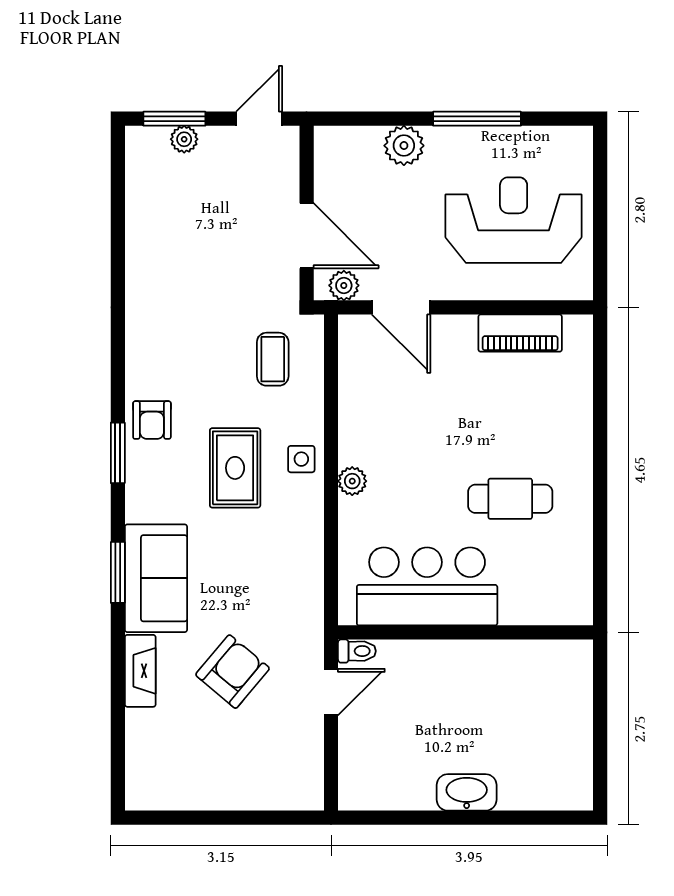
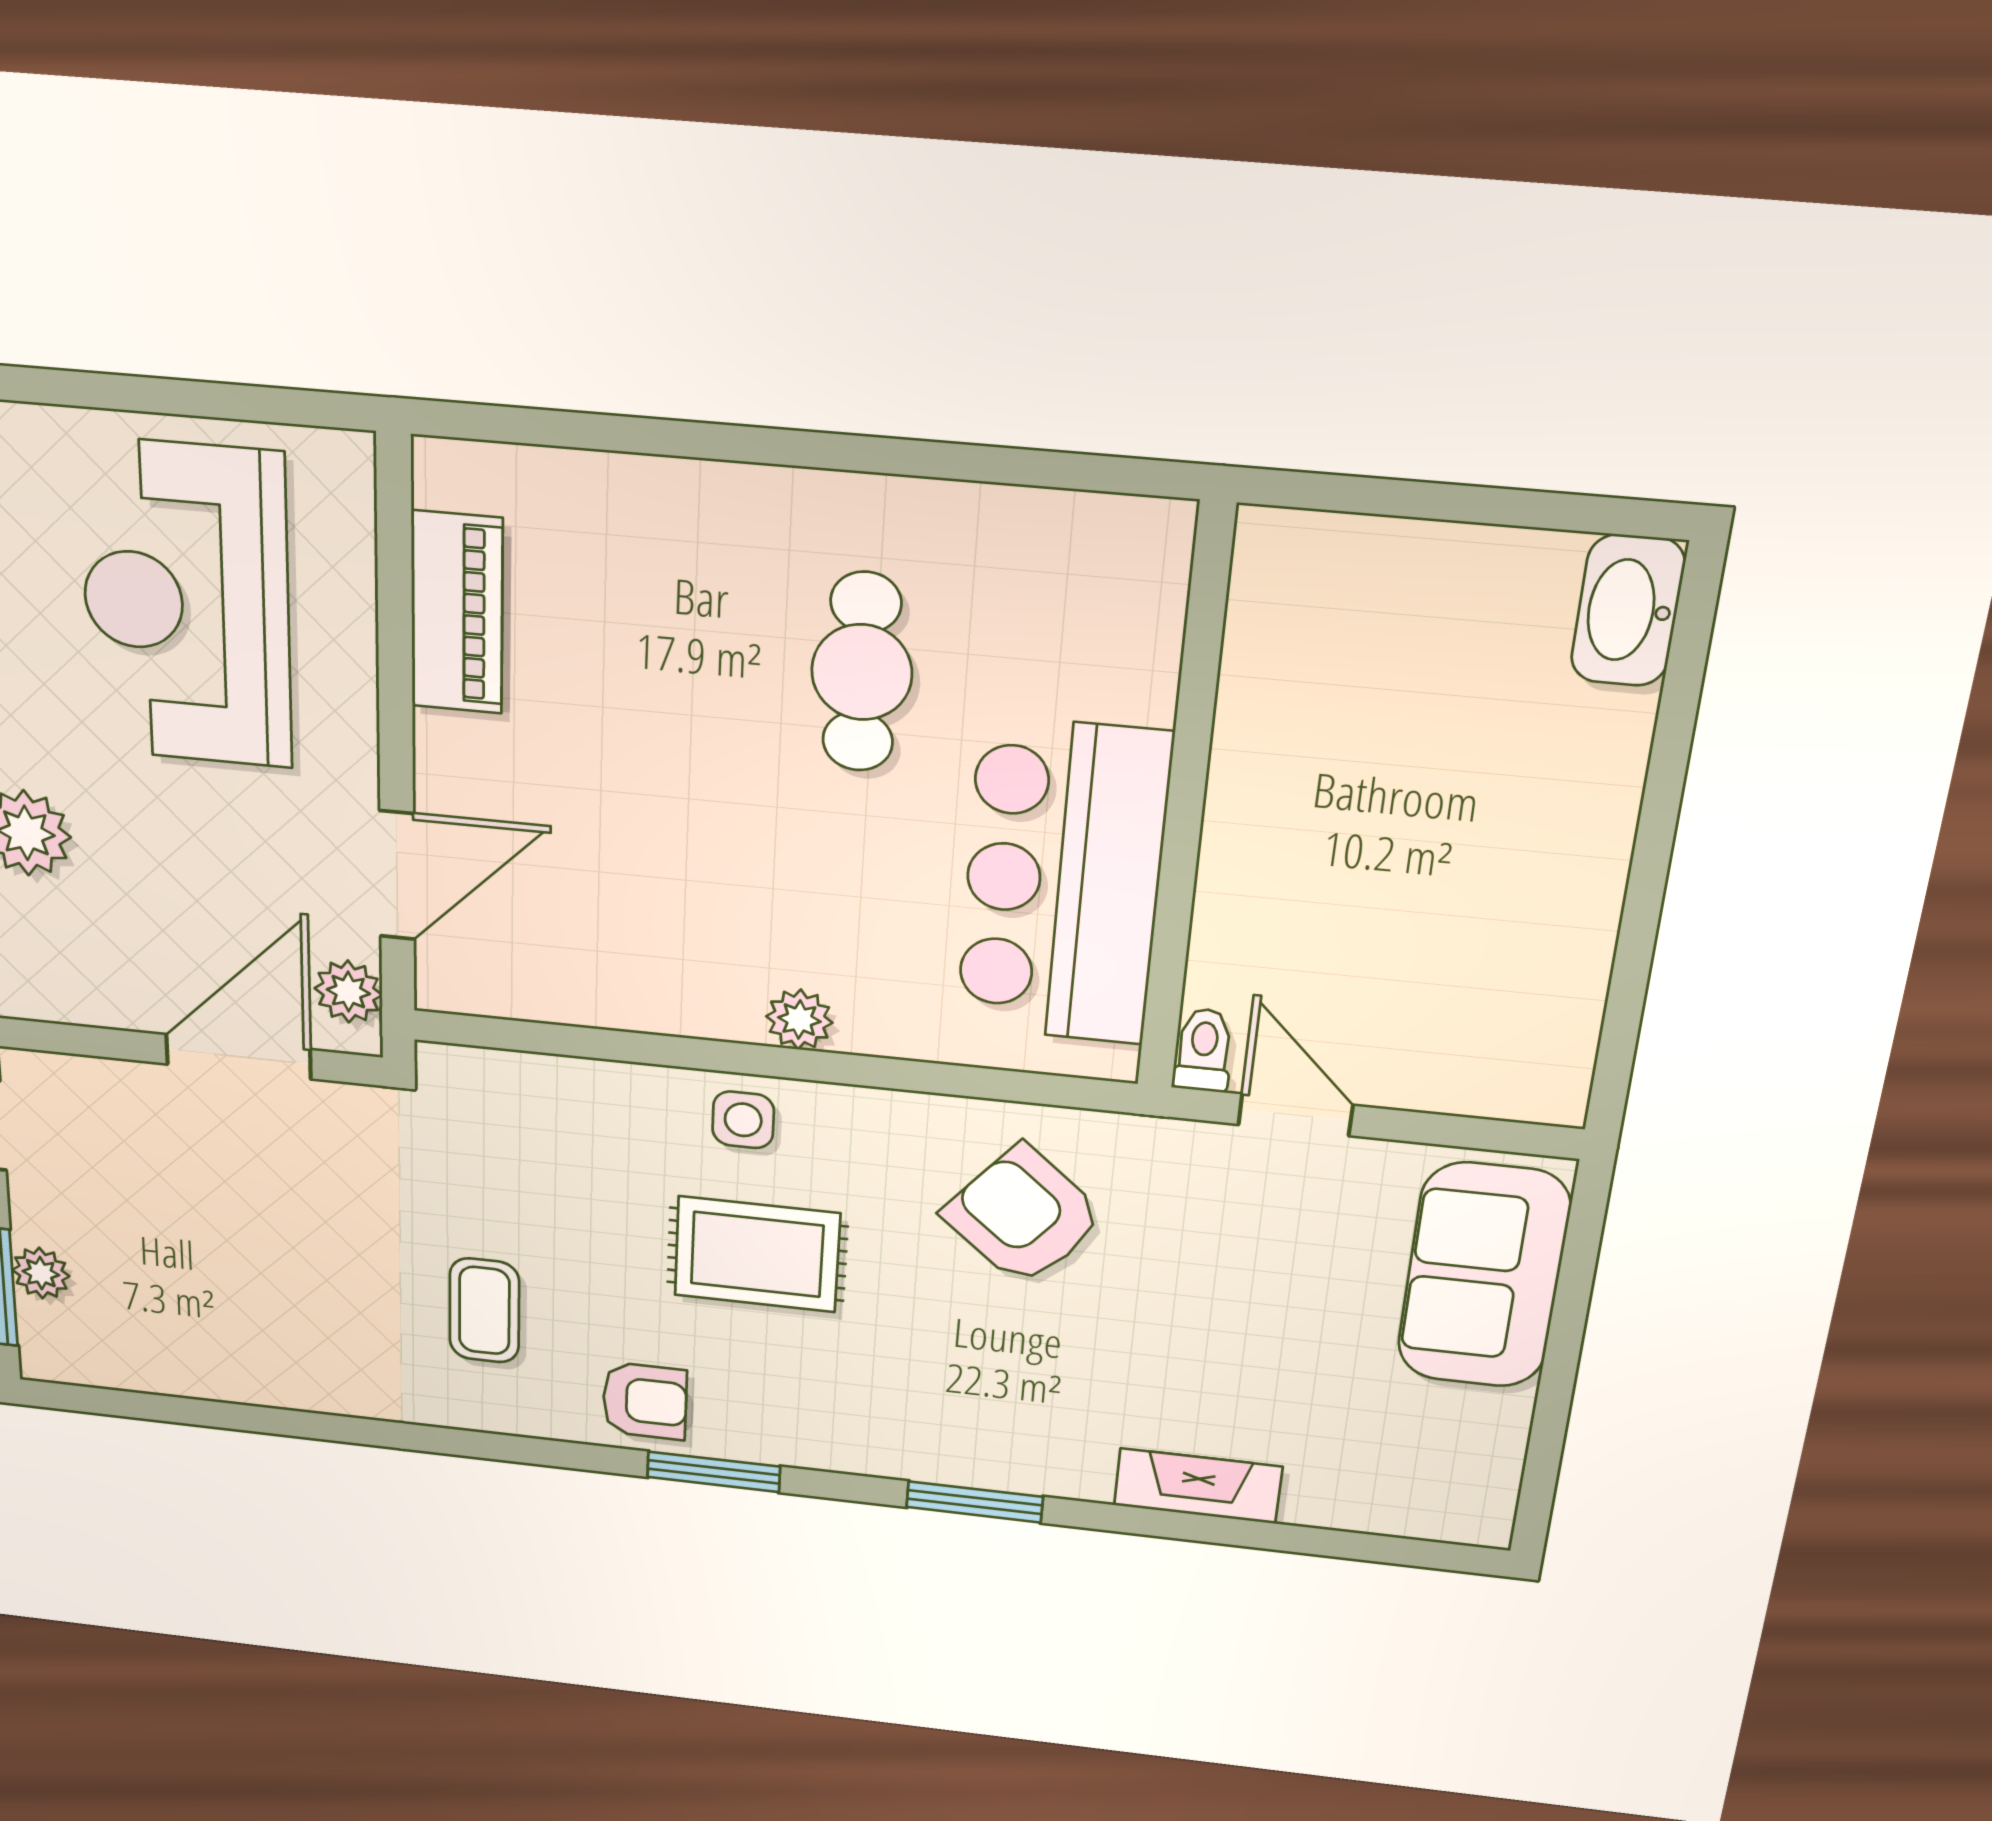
coffee table: (273, 359) -> (484, 1311), moved, turned 90
sofa: (156, 578) -> (1484, 1276), moved, turned -90
armchair: (233, 672) -> (1023, 1216), moved
washbasin: (467, 792) -> (1628, 610), moved

